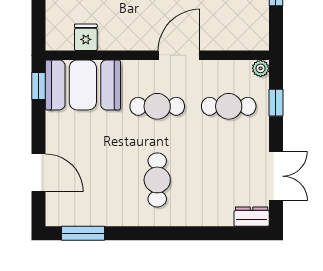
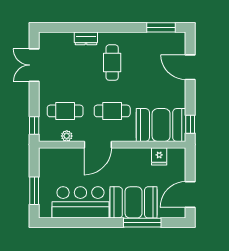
plant: (261, 68) -> (67, 136), moved
window: (276, 103) -> (34, 125), moved
dresser: (252, 217) -> (86, 38), moved

